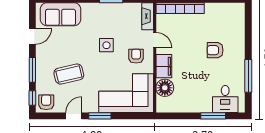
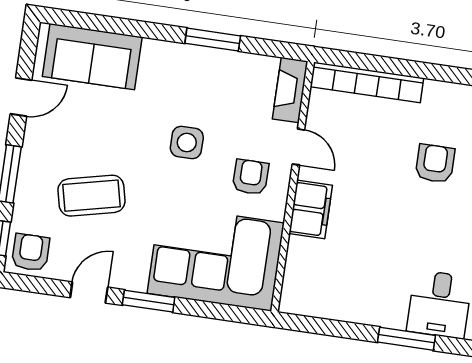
armchair: (215, 50) -> (435, 164), moved, turned 90
floor lamp: (165, 88) -> (306, 259), removed

